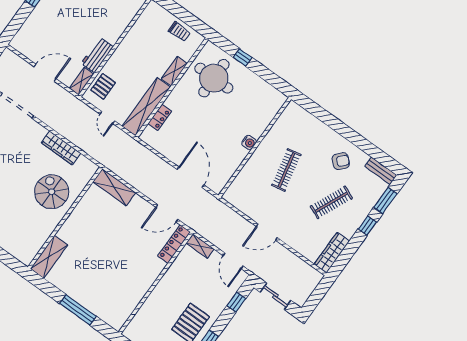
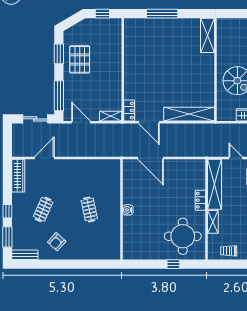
locker: (160, 117) -> (200, 200), moved
clothes rail: (286, 170) -> (89, 209), width x0.73
shelving: (114, 187) -> (189, 114), width x1.47
clothes rail: (331, 202) -> (43, 209), width x0.73
door: (167, 213) -> (149, 122), swing flipped
door: (267, 232) -> (44, 158), moved
locker: (174, 244) -> (129, 110), width x0.66
window: (236, 302) -> (59, 96), width x2.17

